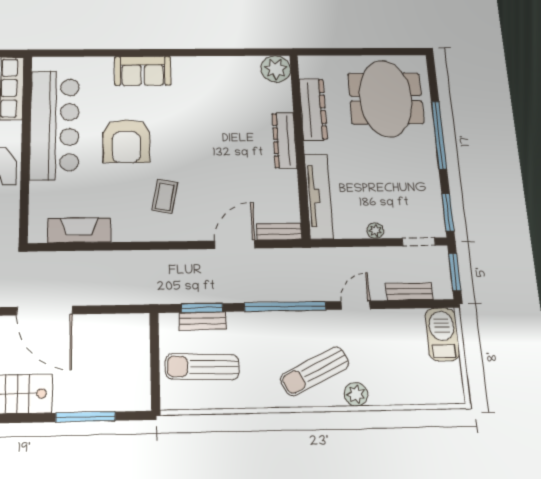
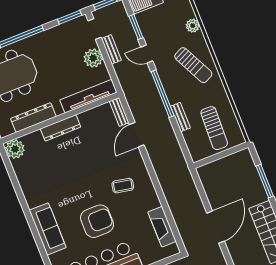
sofa: (143, 71) -> (48, 229), width x1.36
plant: (375, 231) -> (93, 58), width x1.88, depth x1.88
door: (235, 245) -> (137, 135), hinge flipped
bench: (409, 291) -> (111, 49), moved
window: (202, 308) -> (136, 27), moved
bench: (203, 321) -> (180, 117), moved
plant: (356, 394) -> (193, 26), moved

